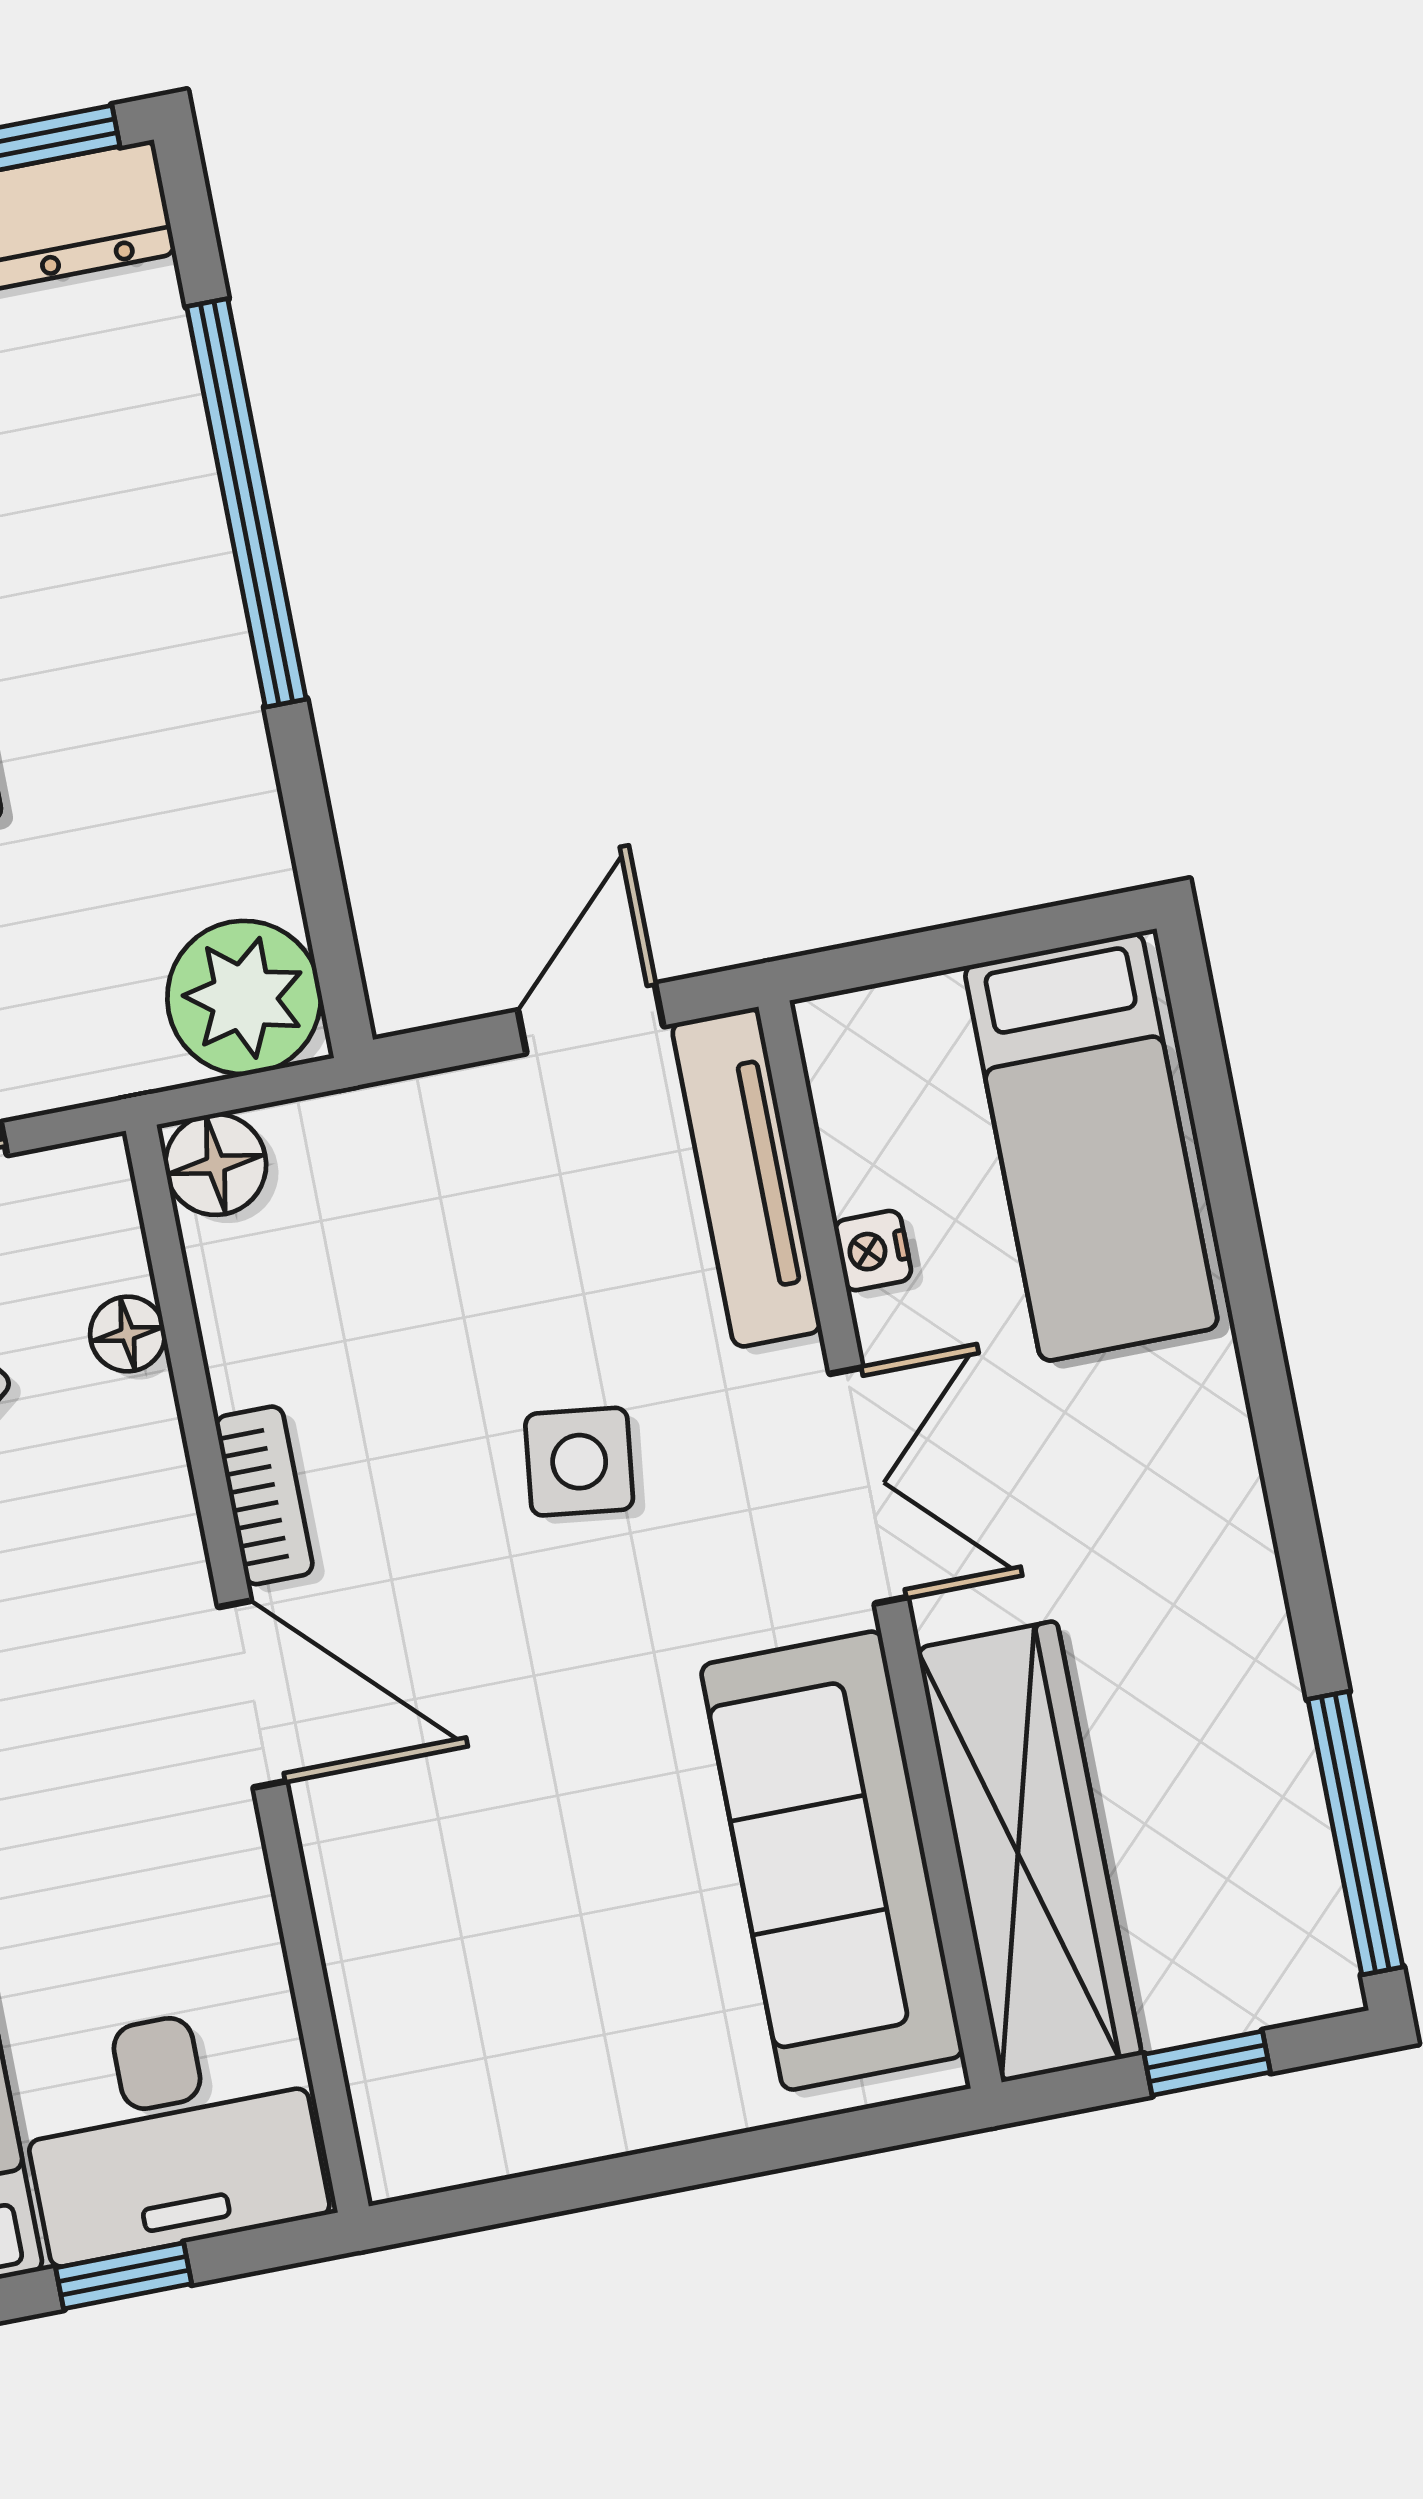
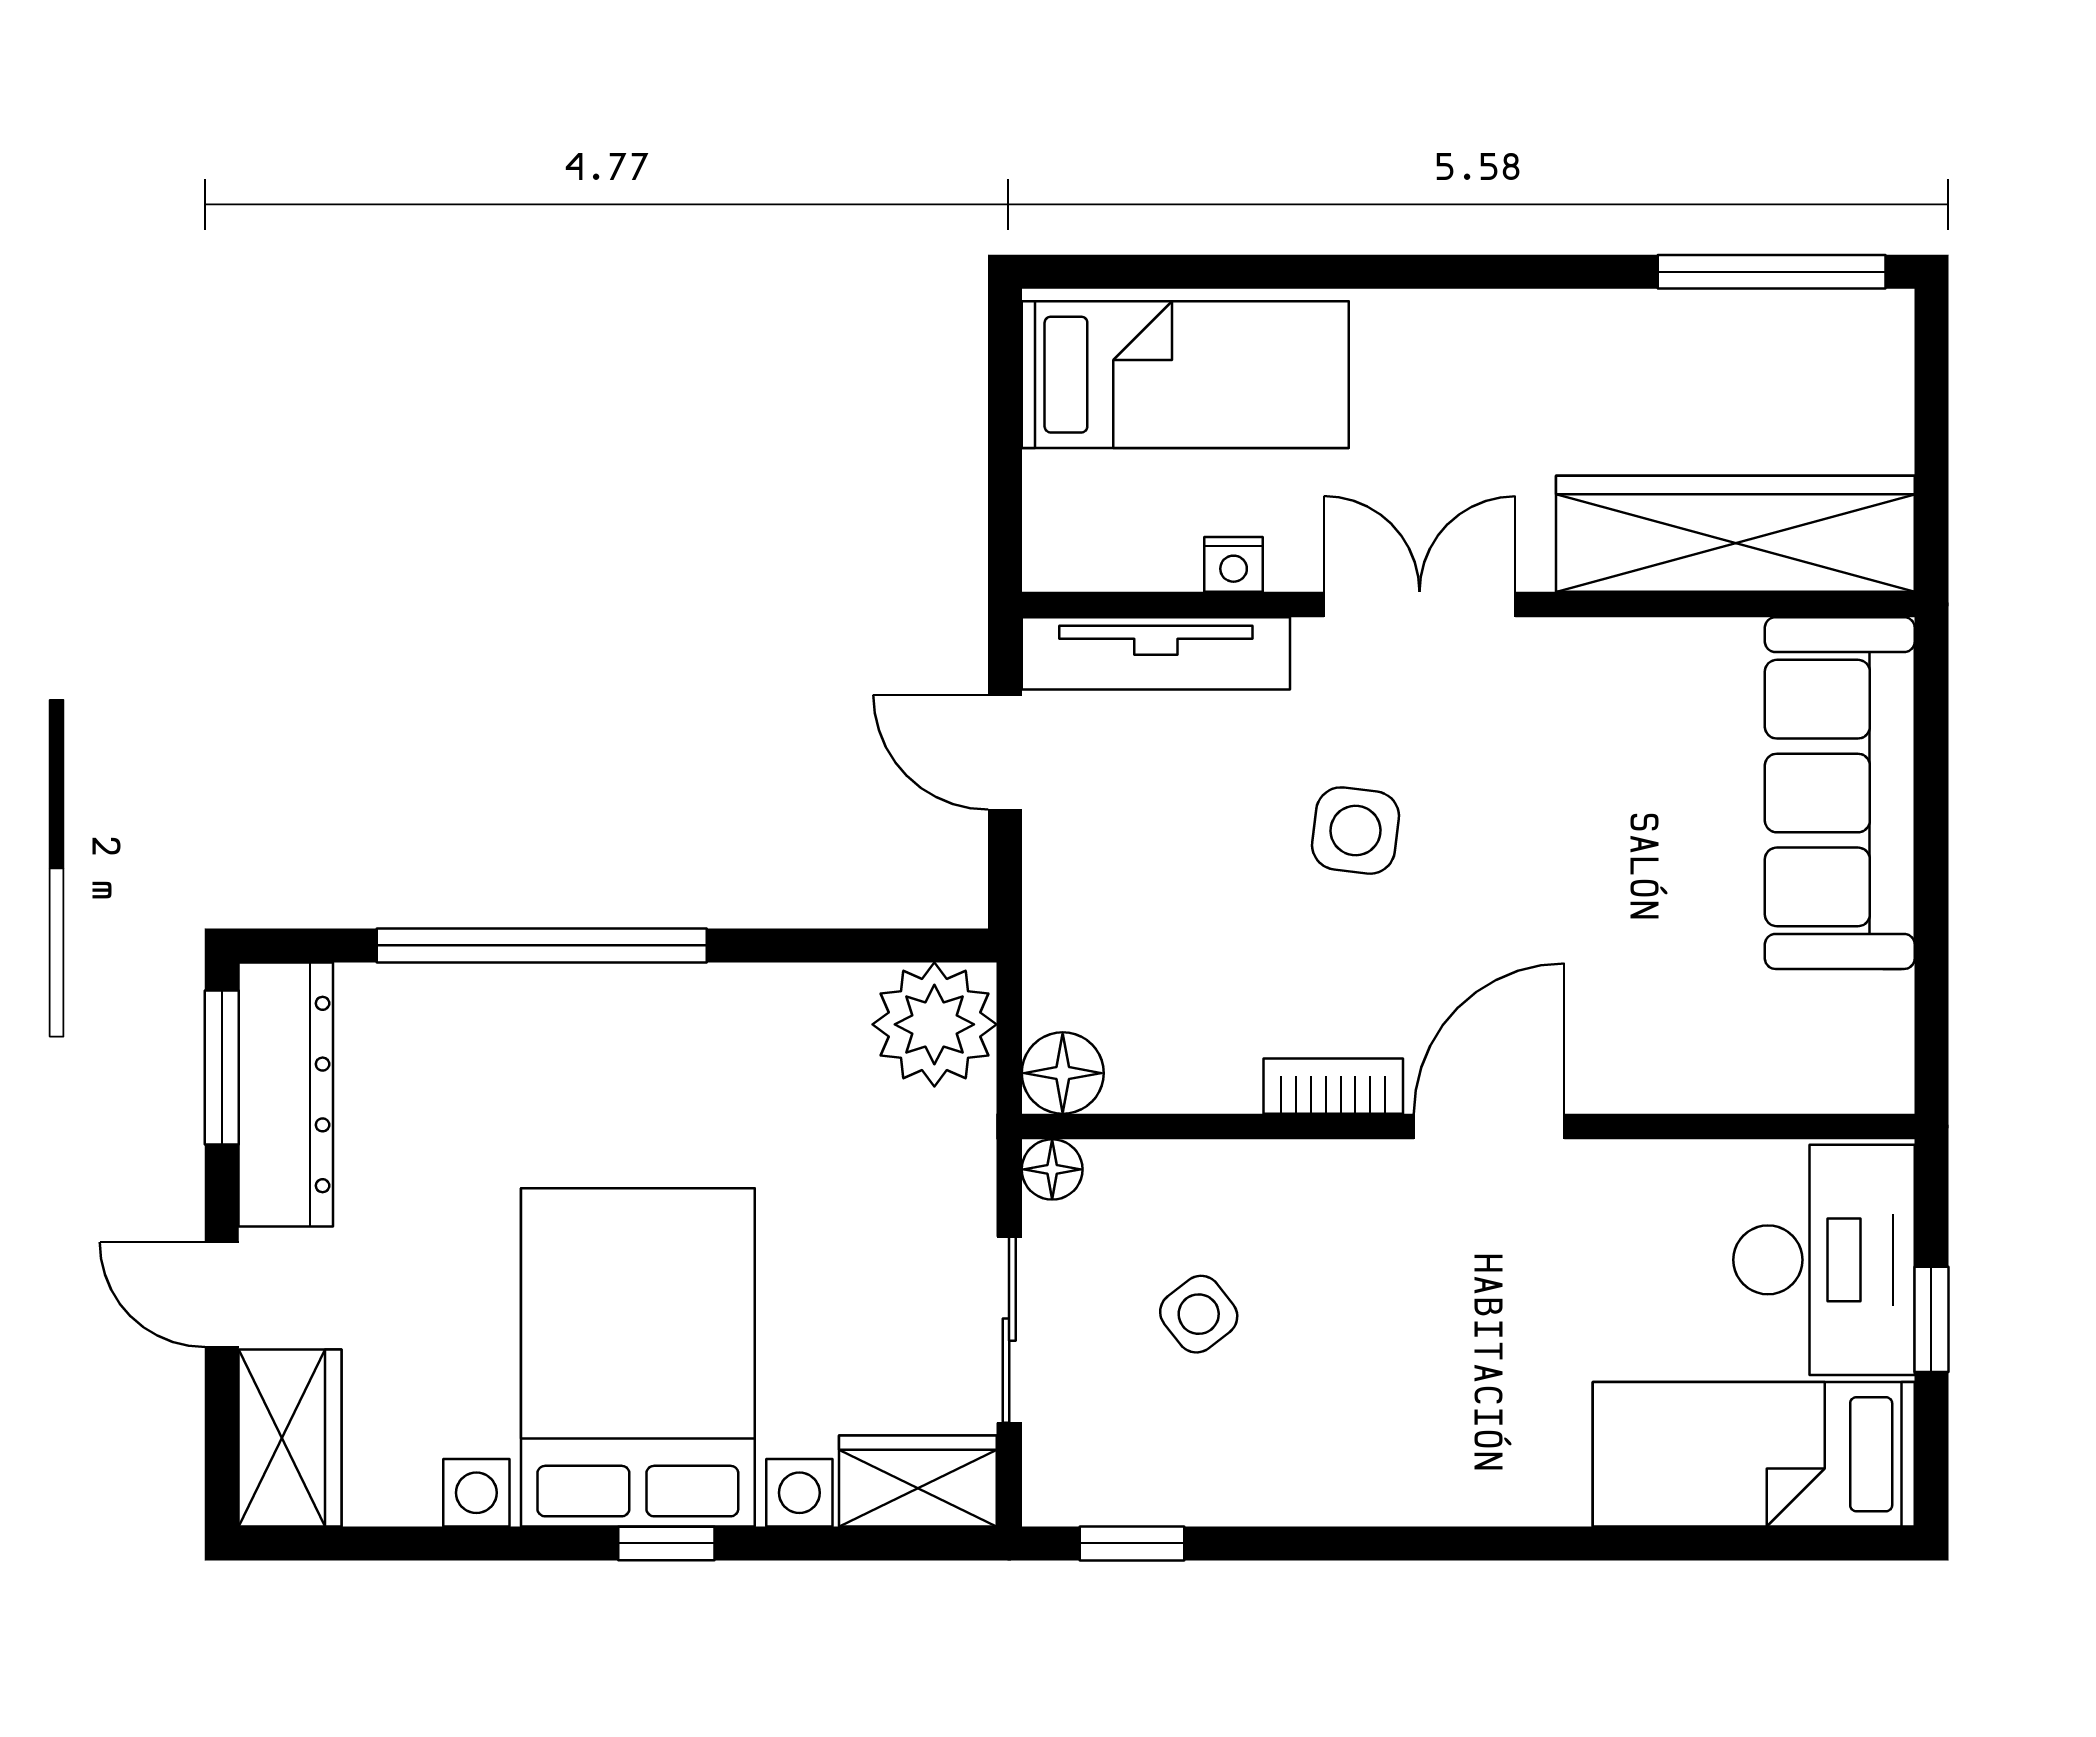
floor lamp: (128, 1334) -> (1052, 1169), moved
sofa: (832, 1861) -> (1840, 793), moved, turned 90
window: (1207, 2063) -> (1931, 425), removed

